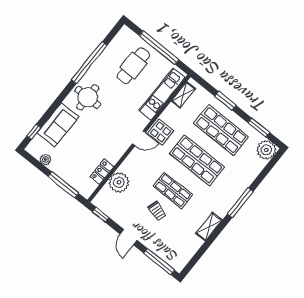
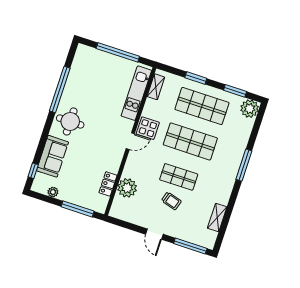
cafe table: (133, 66) -> (101, 77), removed
window: (101, 215) -> (122, 223), removed
shelving: (209, 227) -> (217, 218), moved

